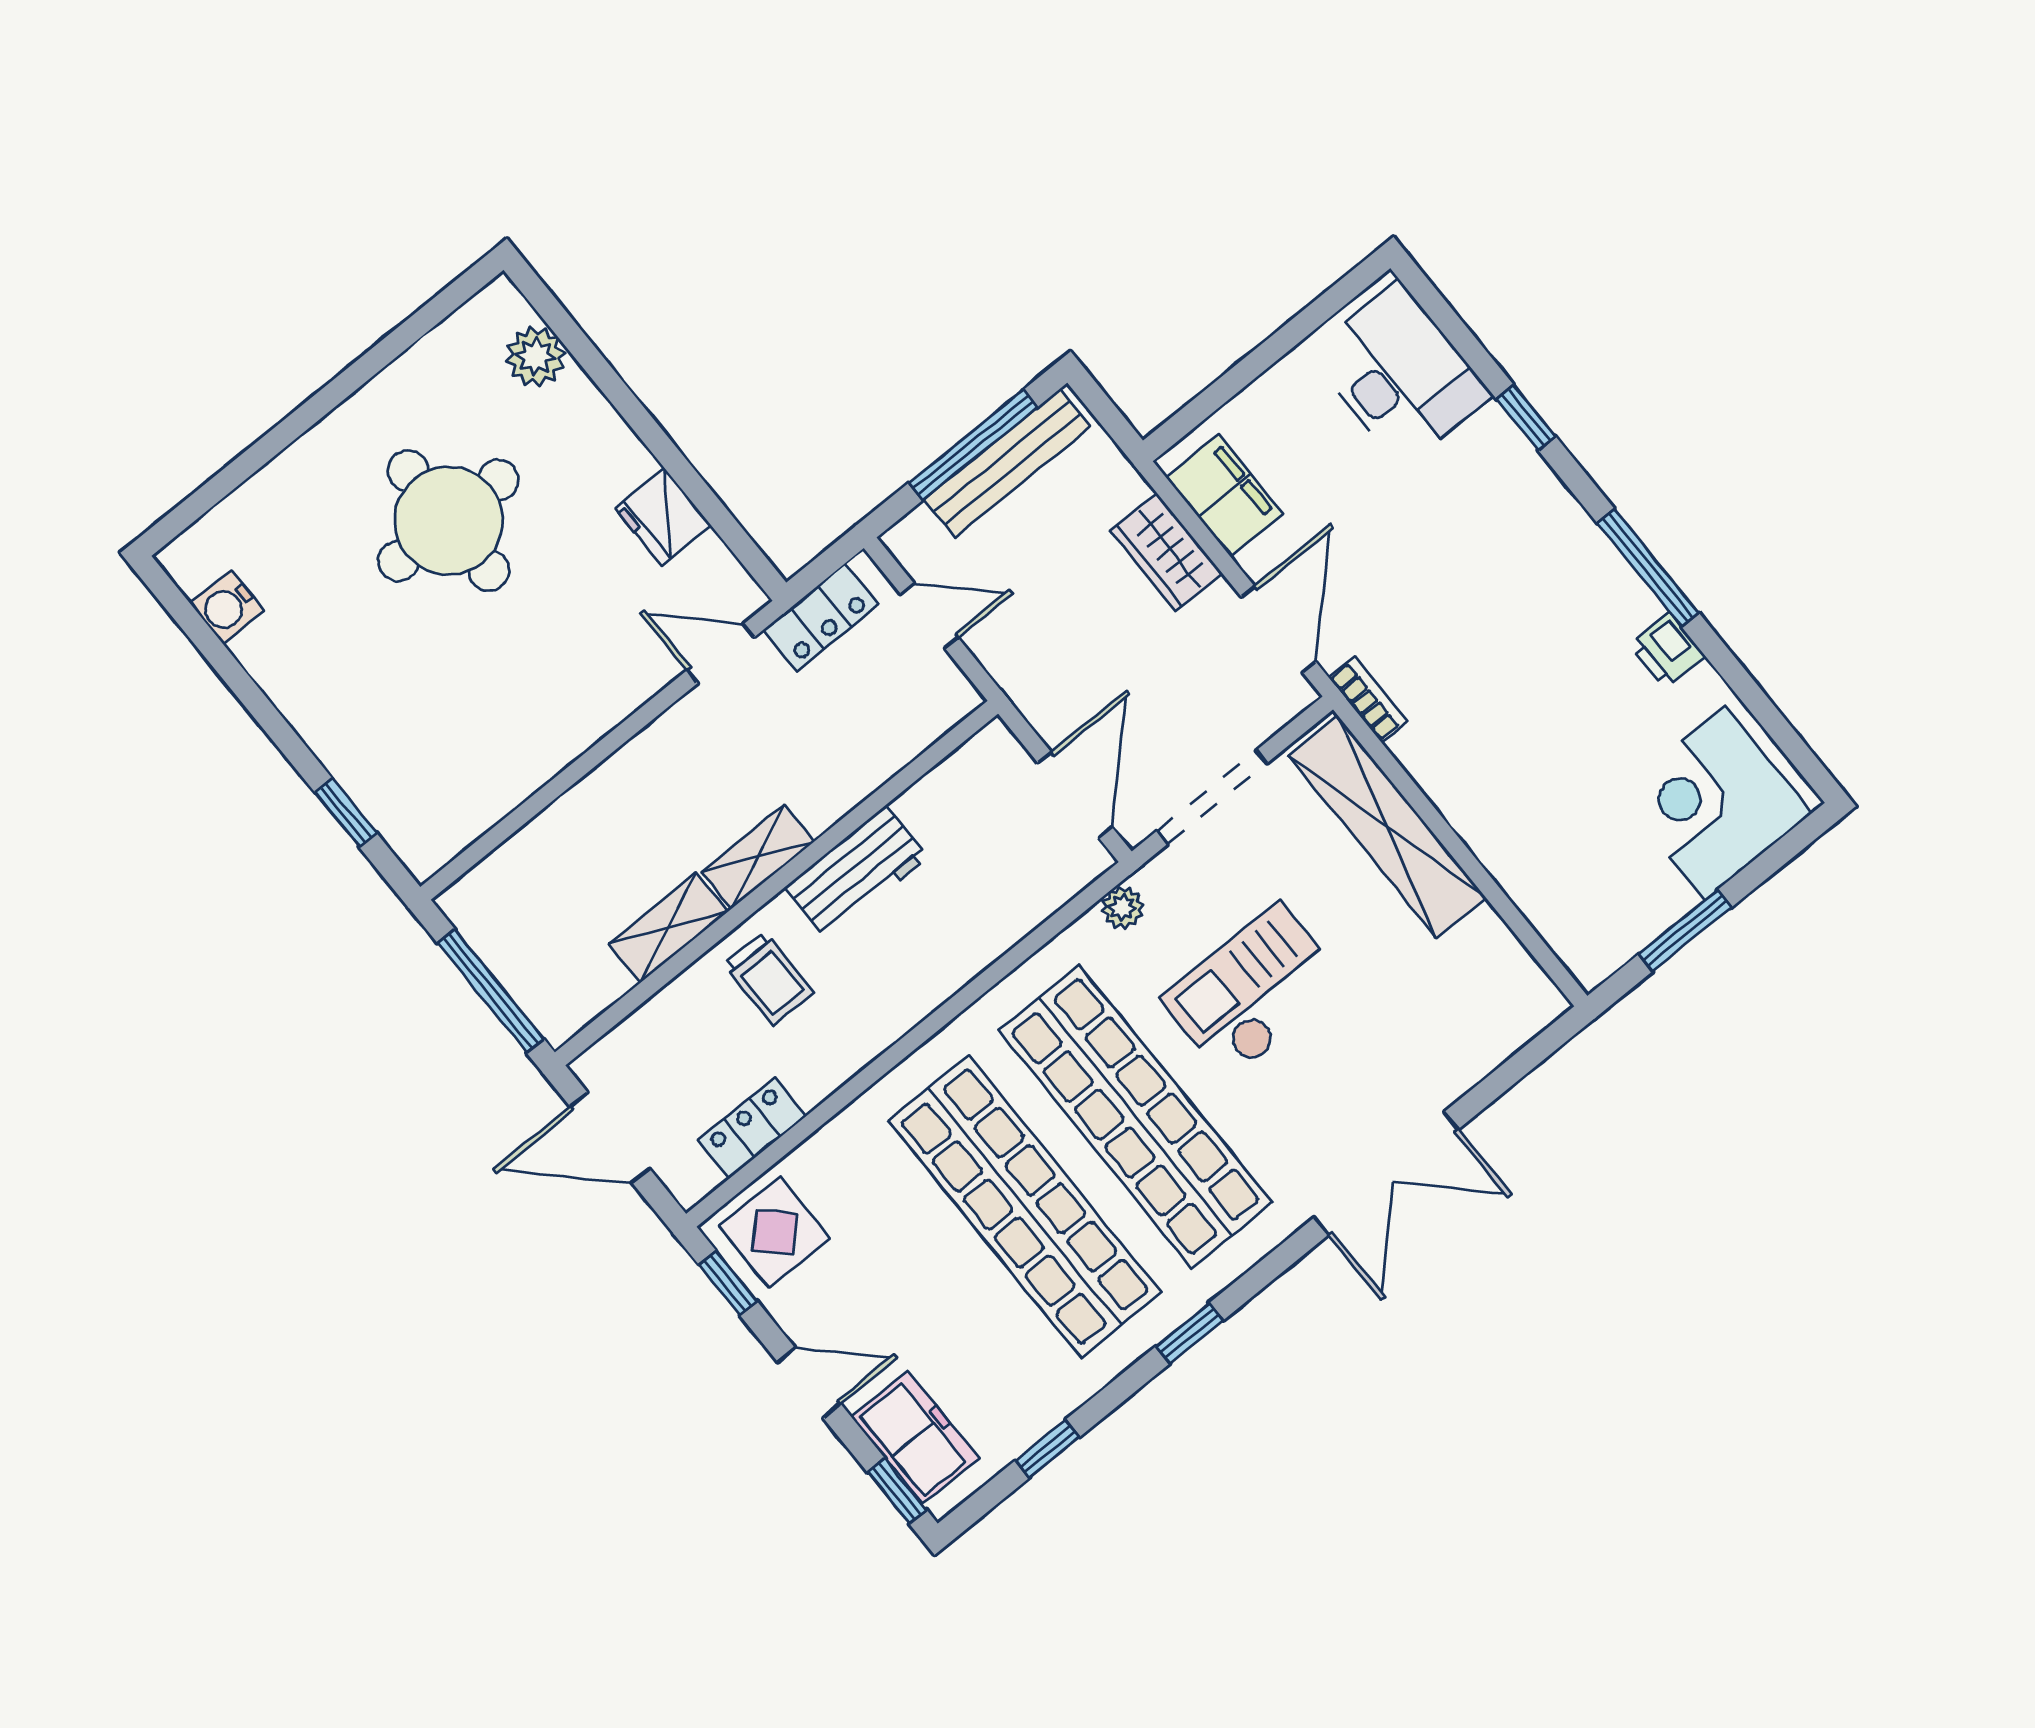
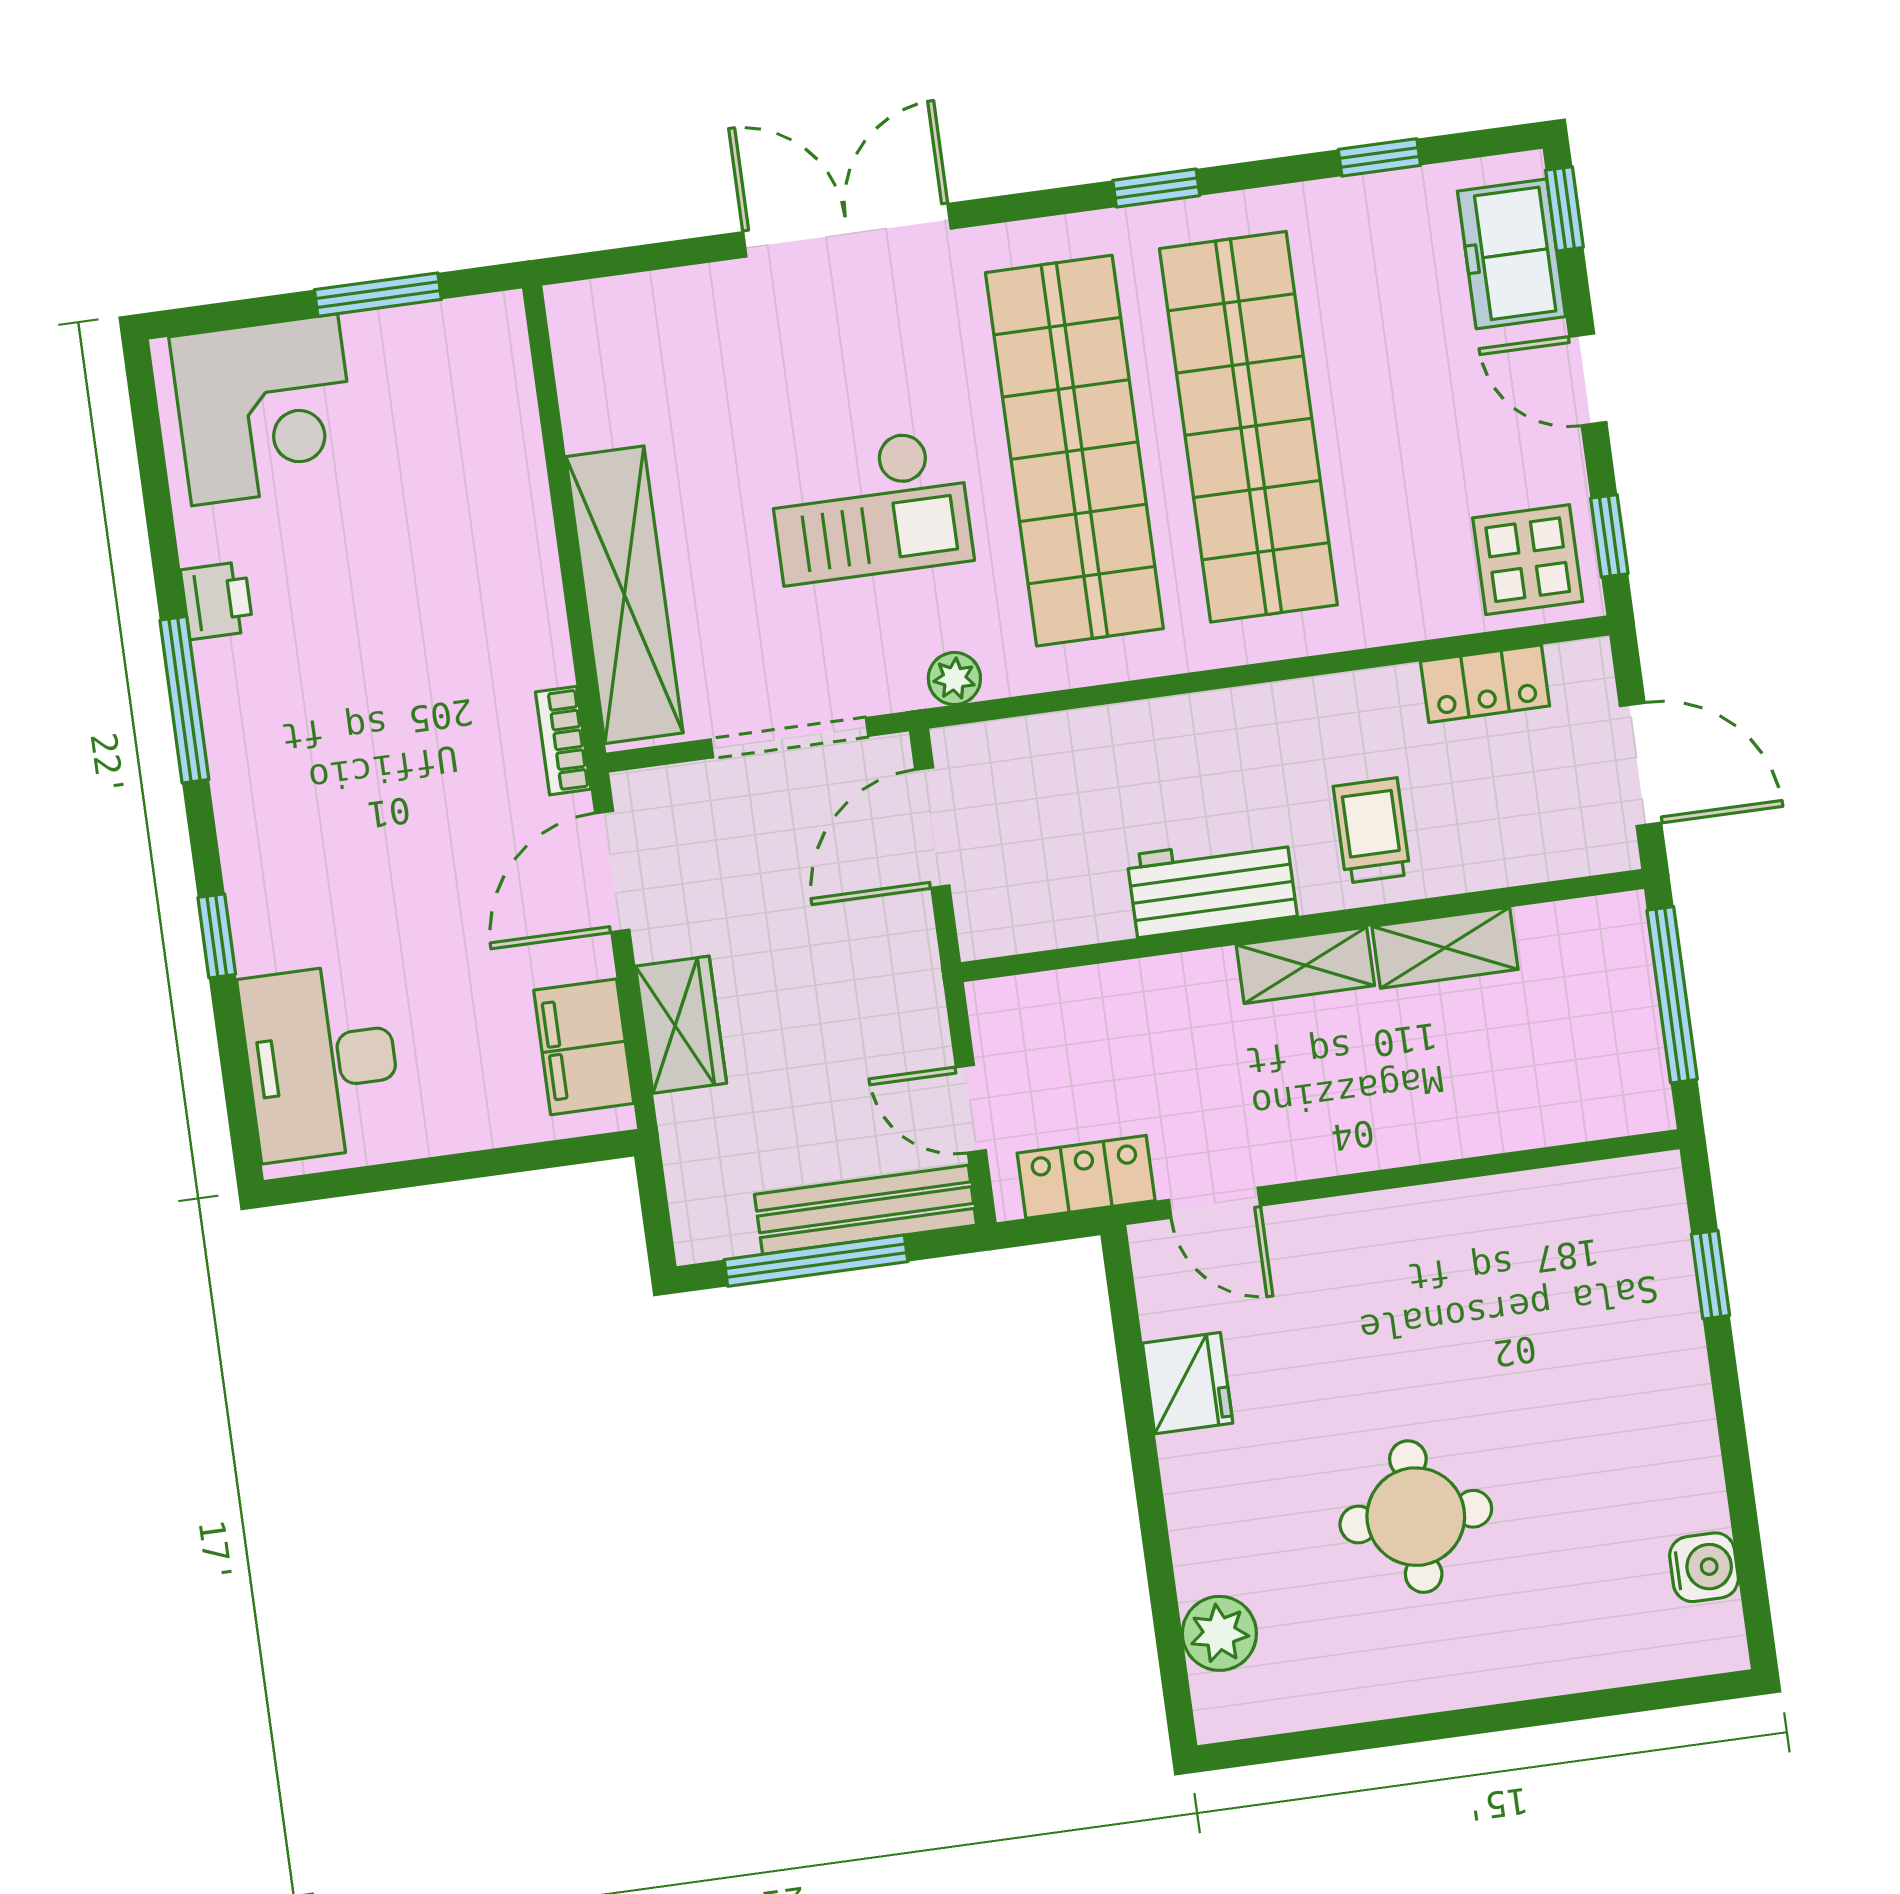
bench: (1007, 463) -> (865, 1210), moved
round table: (448, 521) -> (1416, 1517), width x0.73, depth x0.73

